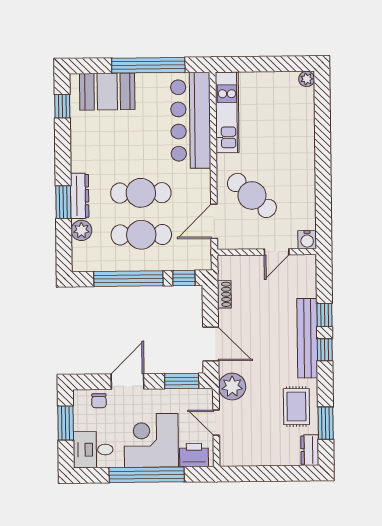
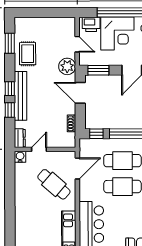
dresser: (310, 450) -> (20, 138), moved

